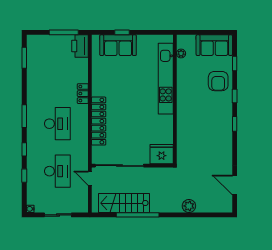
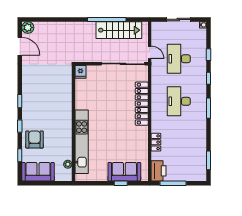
locker: (83, 94) -> (156, 142), moved
fridge: (162, 154) -> (80, 72), width x0.53, depth x0.75
plant: (189, 206) -> (28, 28), moved

